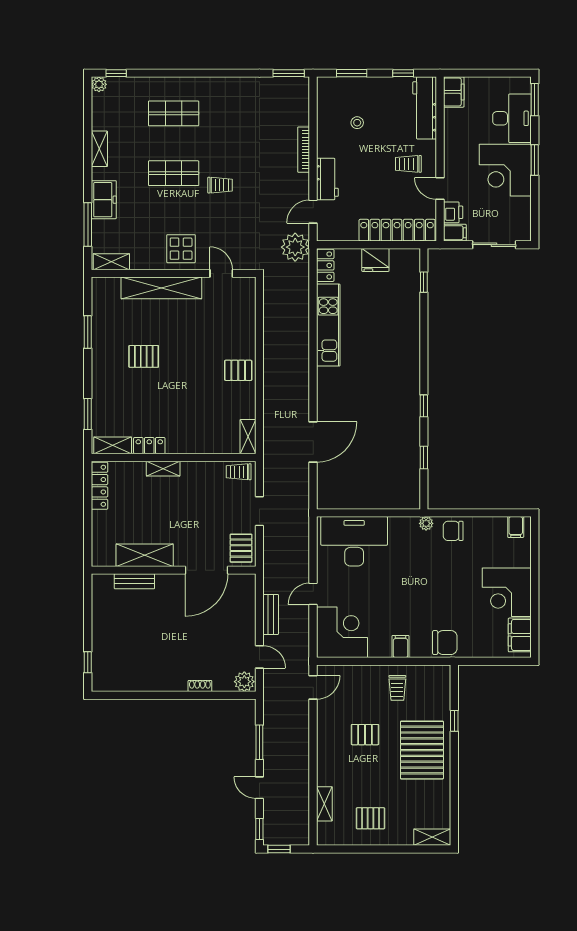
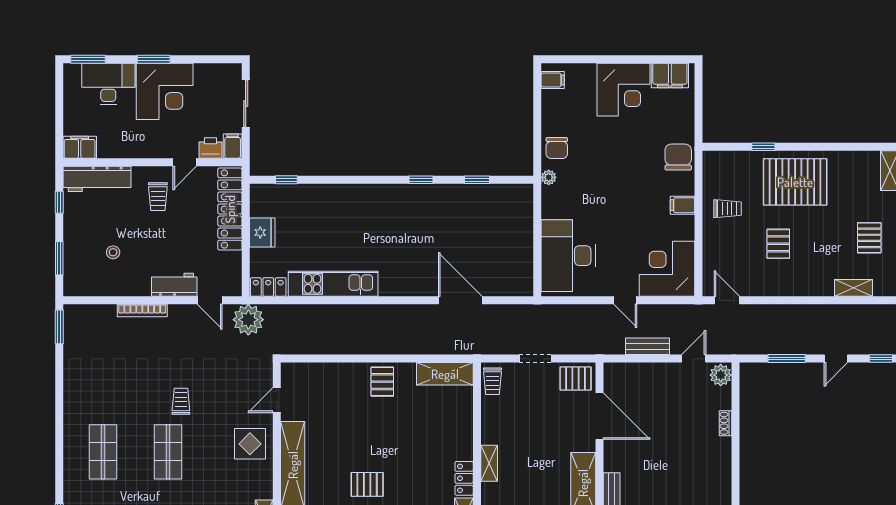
pallet: (144, 356) -> (367, 484), turned 90
shelving: (248, 437) -> (445, 374), width x1.50, depth x1.33

